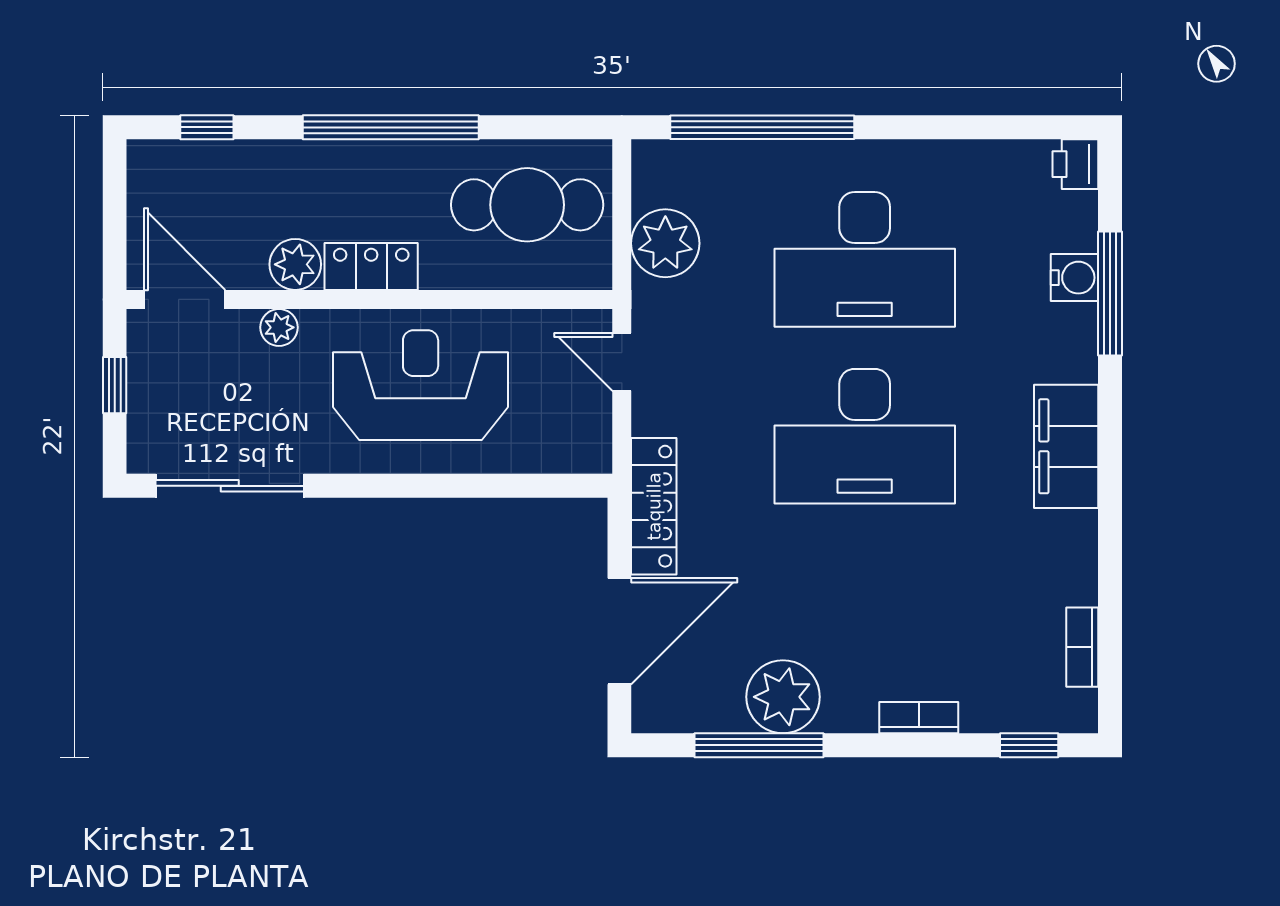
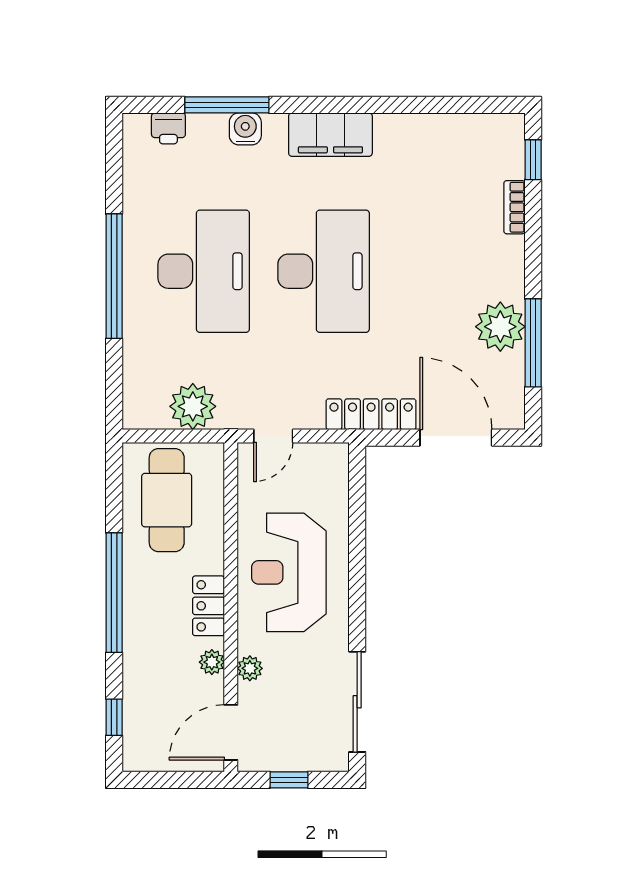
window: (762, 127) -> (114, 276), moved
printer: (1075, 164) -> (168, 128), moved
plant: (295, 264) -> (212, 662), width x0.73, depth x0.73
water cooler: (1075, 278) -> (245, 129), moved
bookcase: (1082, 647) -> (467, 124), removed
bookcase: (919, 718) -> (514, 207), moved

